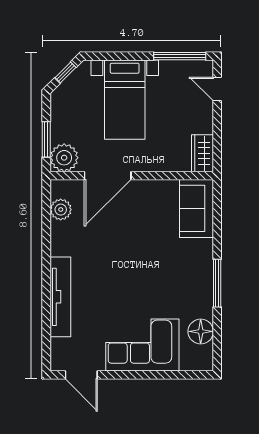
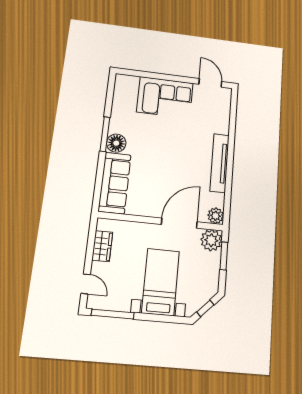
wardrobe: (202, 153) -> (102, 246), moved
sofa: (196, 208) -> (115, 183), width x1.36
plant: (61, 210) -> (216, 216), moved
tv unit: (60, 297) -> (220, 163), moved
floor lamp: (201, 331) -> (116, 143), moved

